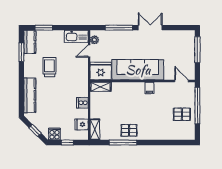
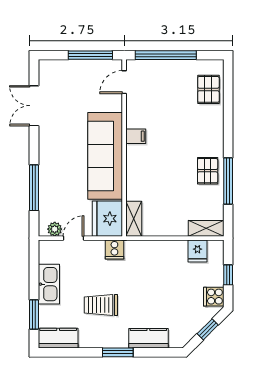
double door: (150, 28) -> (34, 106), moved
kitchen sink: (76, 36) -> (49, 284), moved
window: (197, 50) -> (90, 55), moved
door: (89, 51) -> (73, 238), swing flipped
window: (21, 52) -> (118, 352), moved
kitchen counter: (30, 95) -> (148, 338), width x0.67
cooker: (82, 103) -> (114, 249), moved
pallet: (182, 114) -> (208, 89), moved

